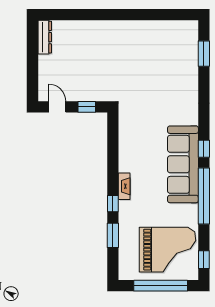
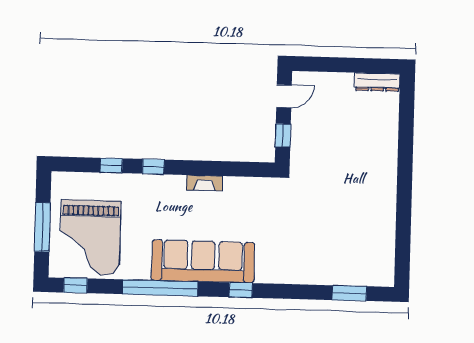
window: (204, 149) -> (241, 290), moved
fireplace: (124, 186) -> (204, 183), moved
window: (113, 235) -> (111, 165), width x0.67
window: (161, 286) -> (42, 227), width x0.68

